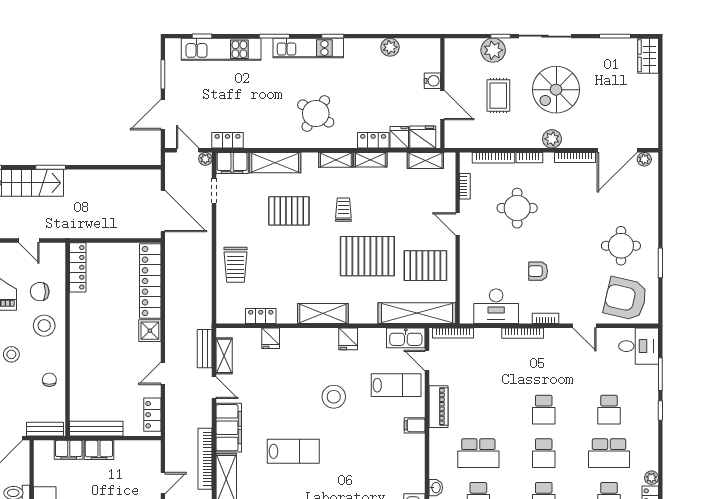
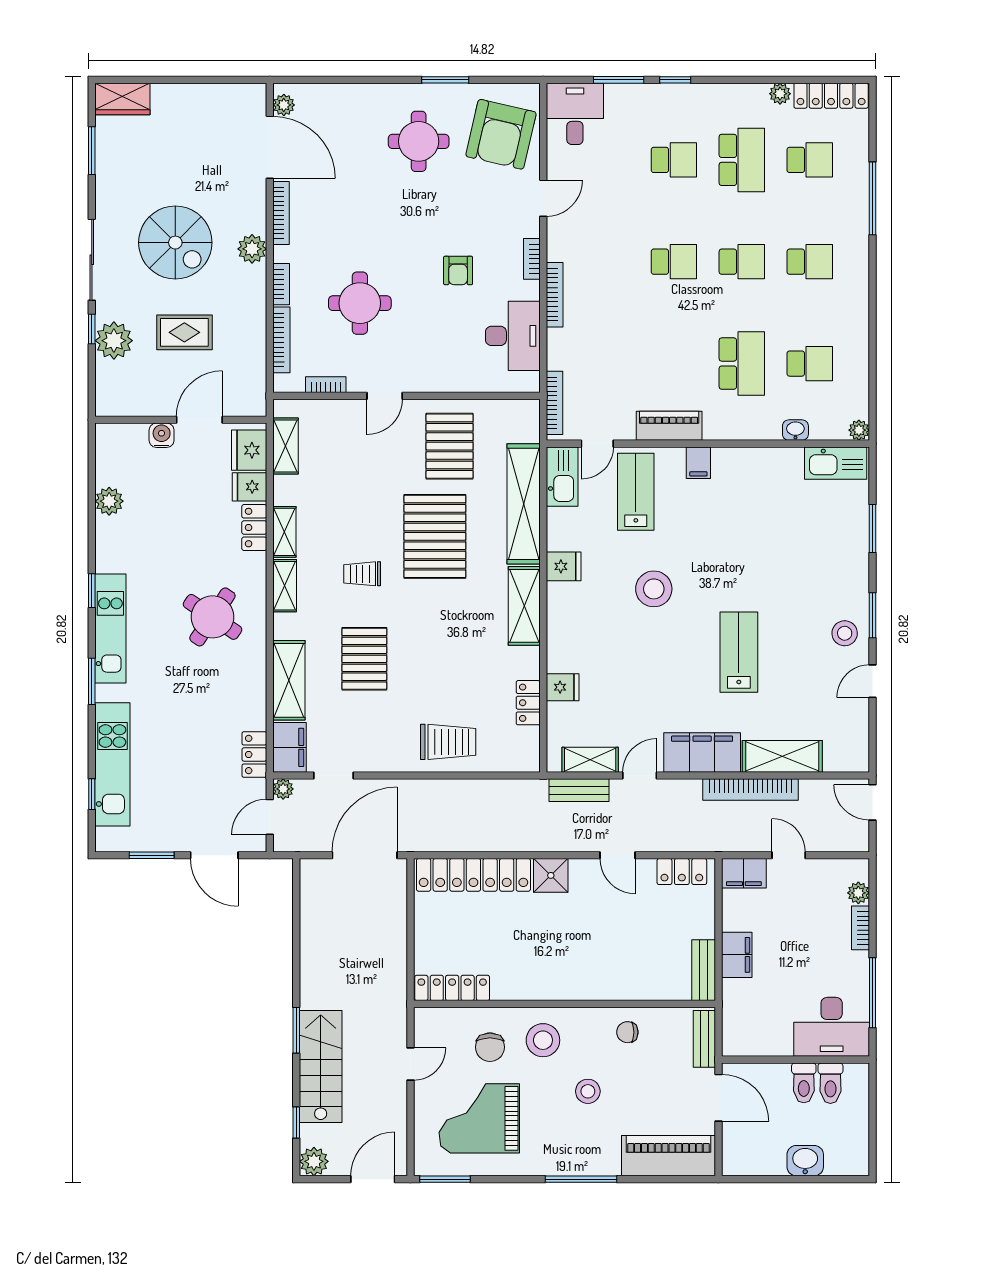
shelving: (417, 313) -> (524, 504), moved
bench: (96, 429) -> (704, 970), width x0.73
filing cabinet: (69, 450) -> (744, 873), moved, turned 90

